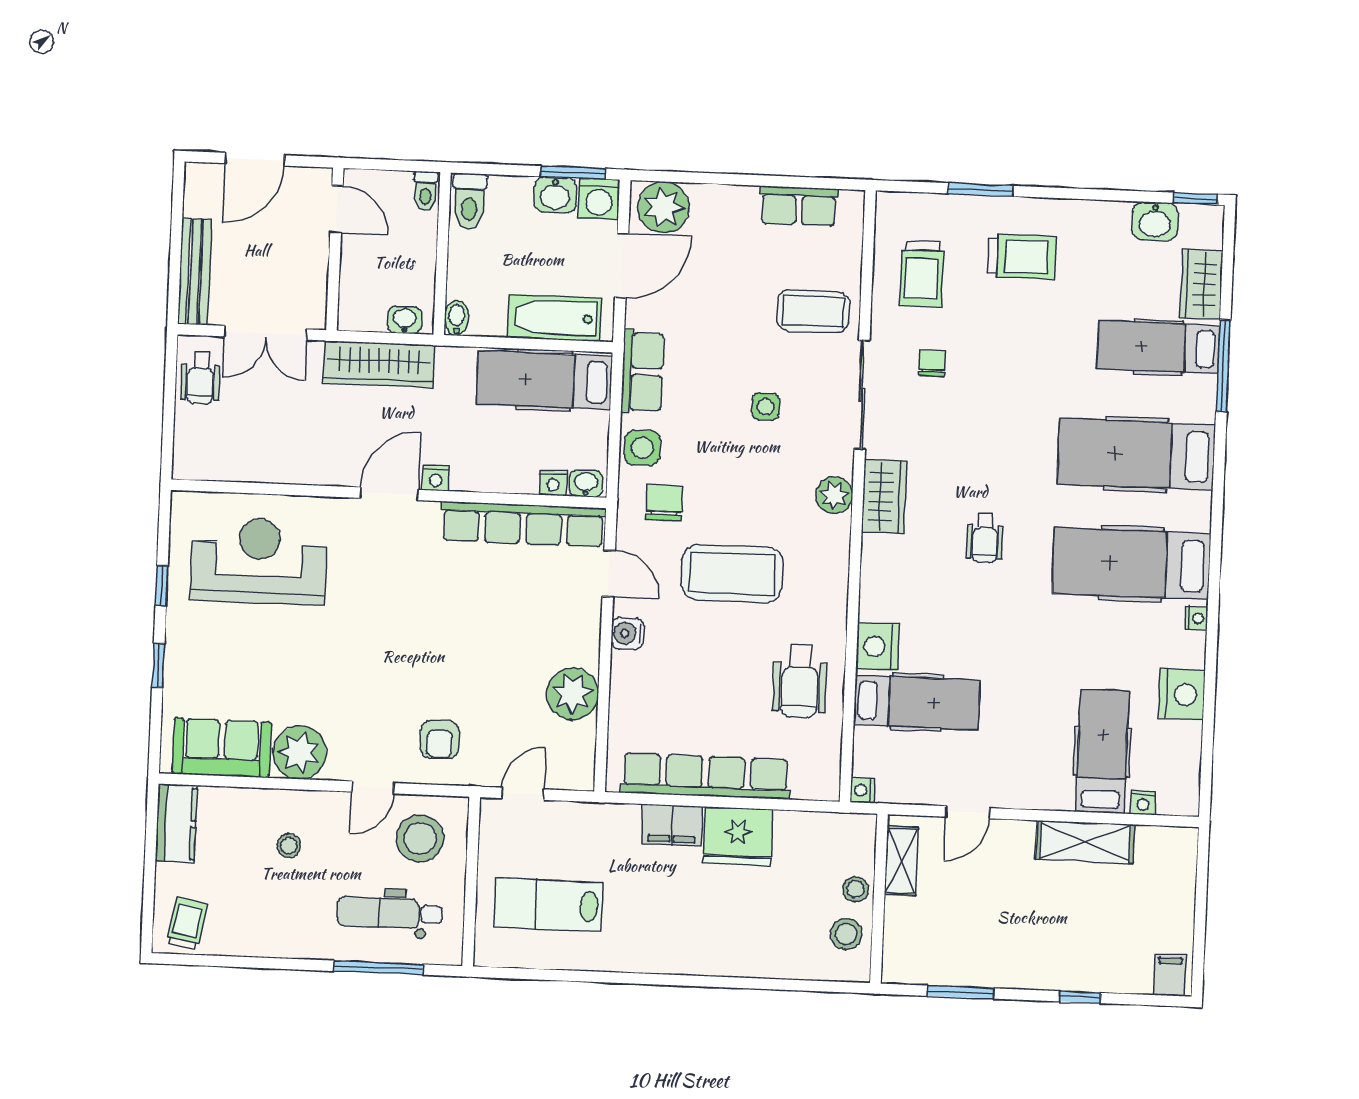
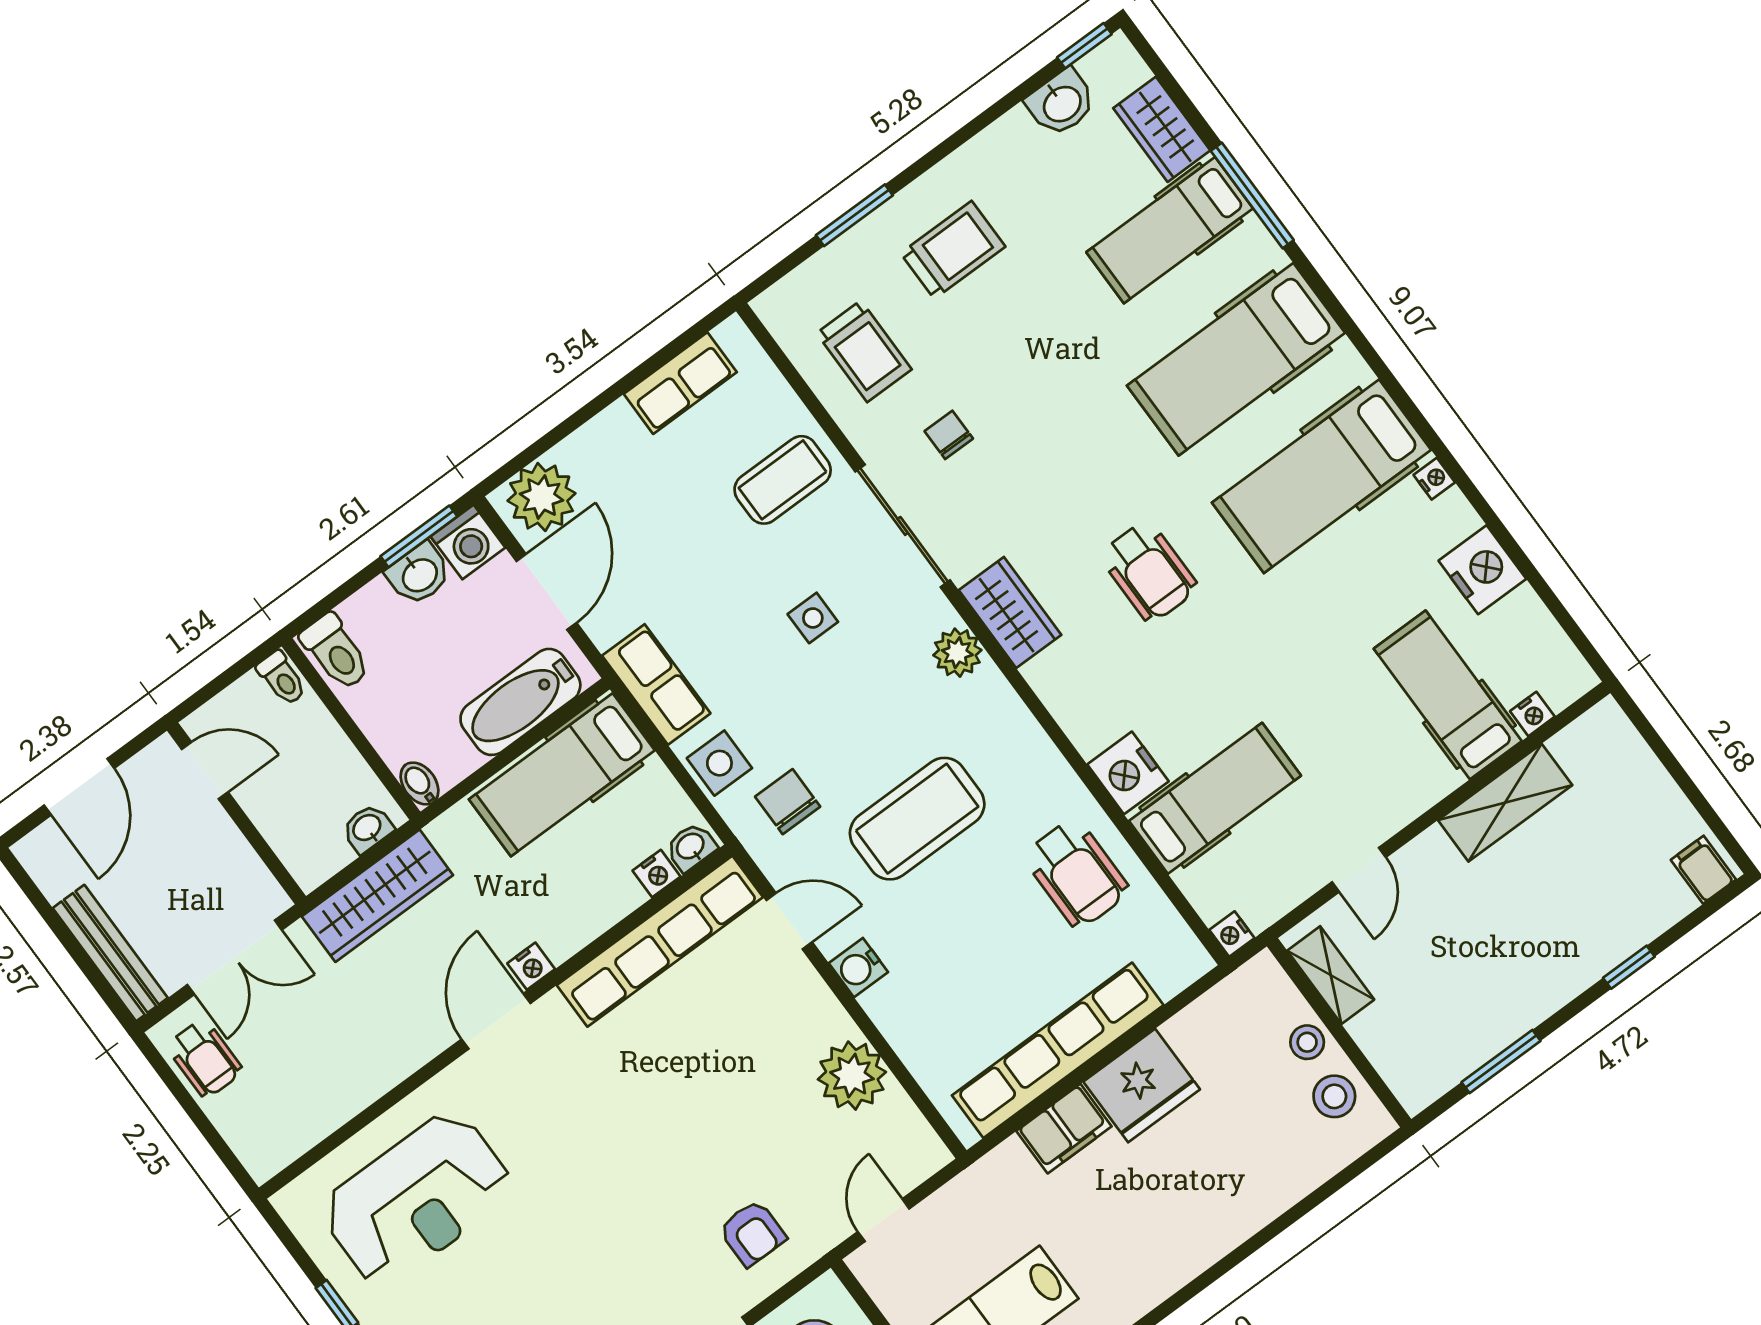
wheelchair: (985, 538) -> (1149, 572), width x1.36, depth x1.37
reception desk: (259, 561) -> (417, 1199), turned 180

